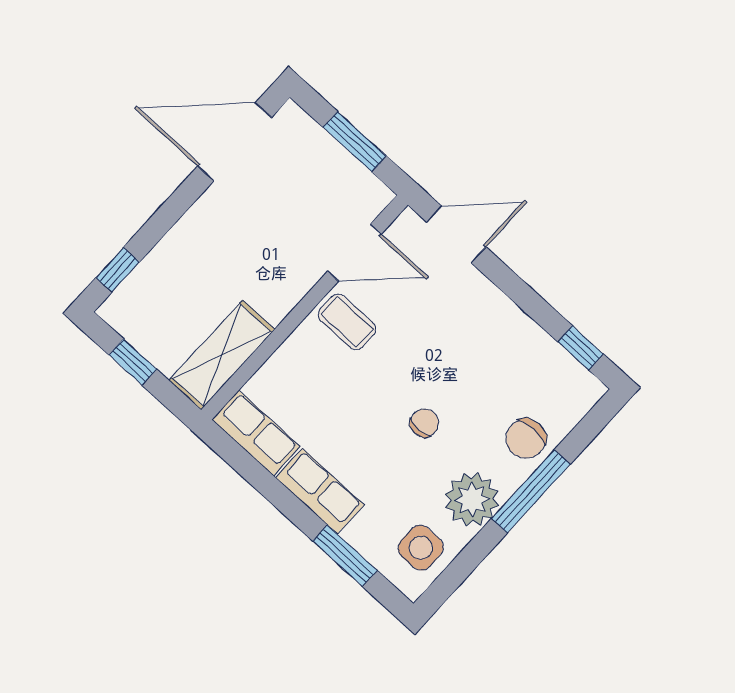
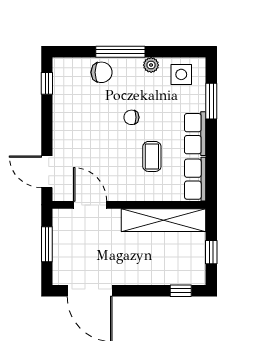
coffee table: (347, 322) -> (152, 156), moved
shelving: (222, 355) -> (163, 220), width x1.47
plant: (472, 499) -> (151, 65), width x0.53, depth x0.53

